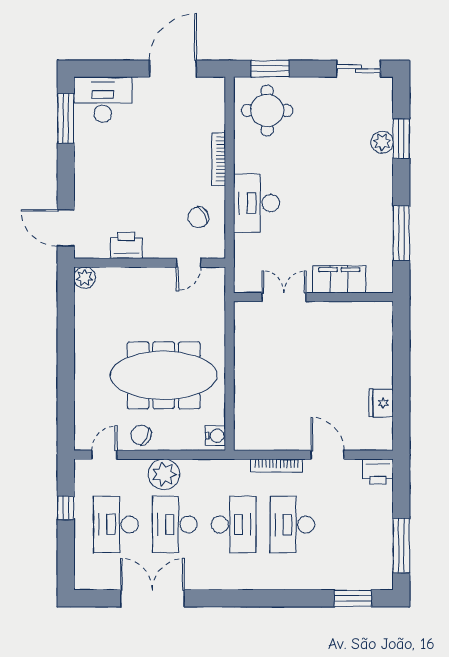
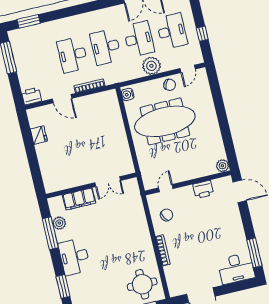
plant: (382, 142) -> (59, 223), moved
desk: (256, 203) -> (74, 257), moved, turned 180
desk: (292, 525) -> (73, 55), turned 180

